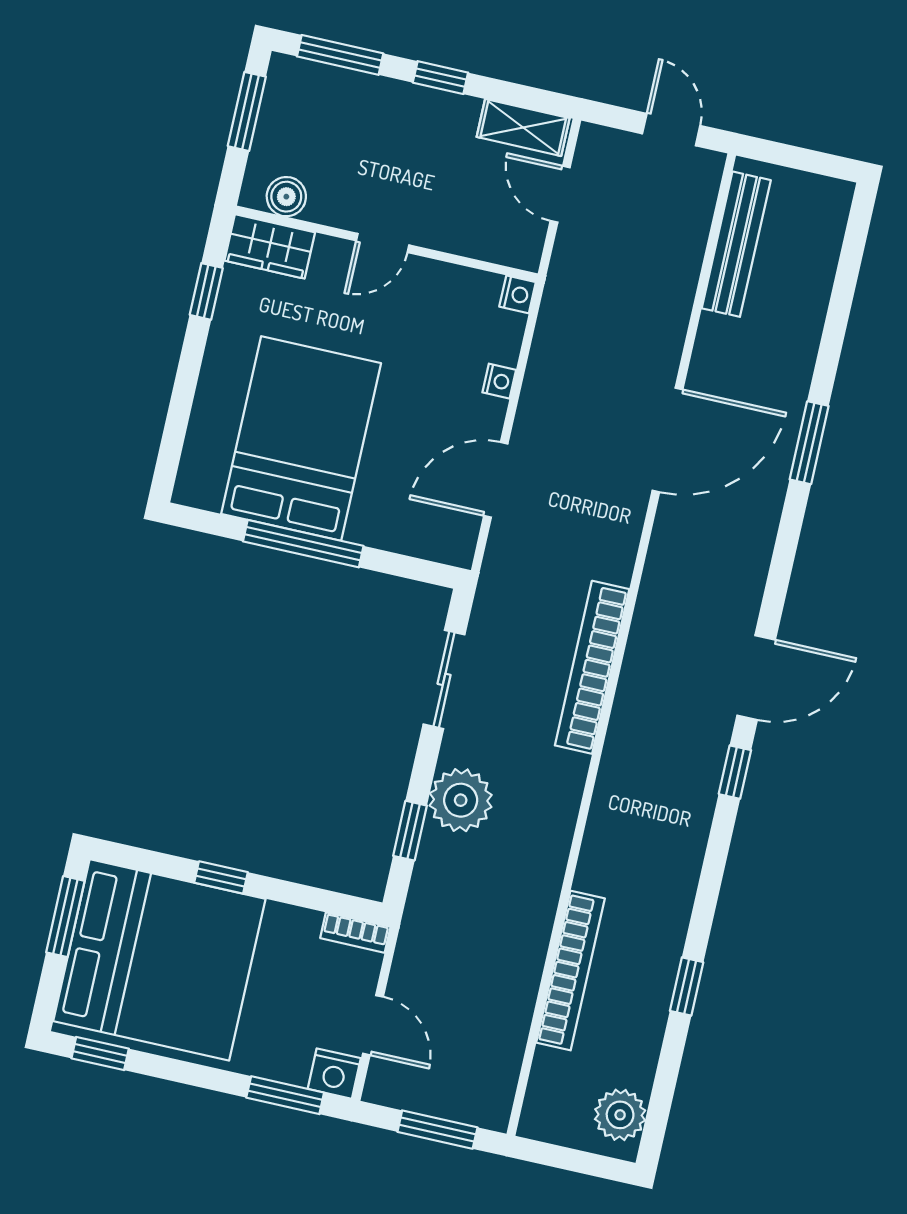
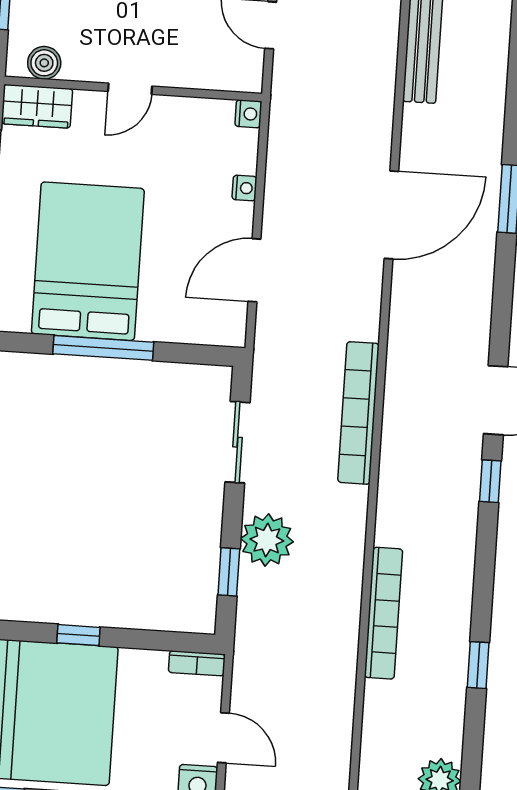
bookcase: (571, 971) -> (383, 613), moved

